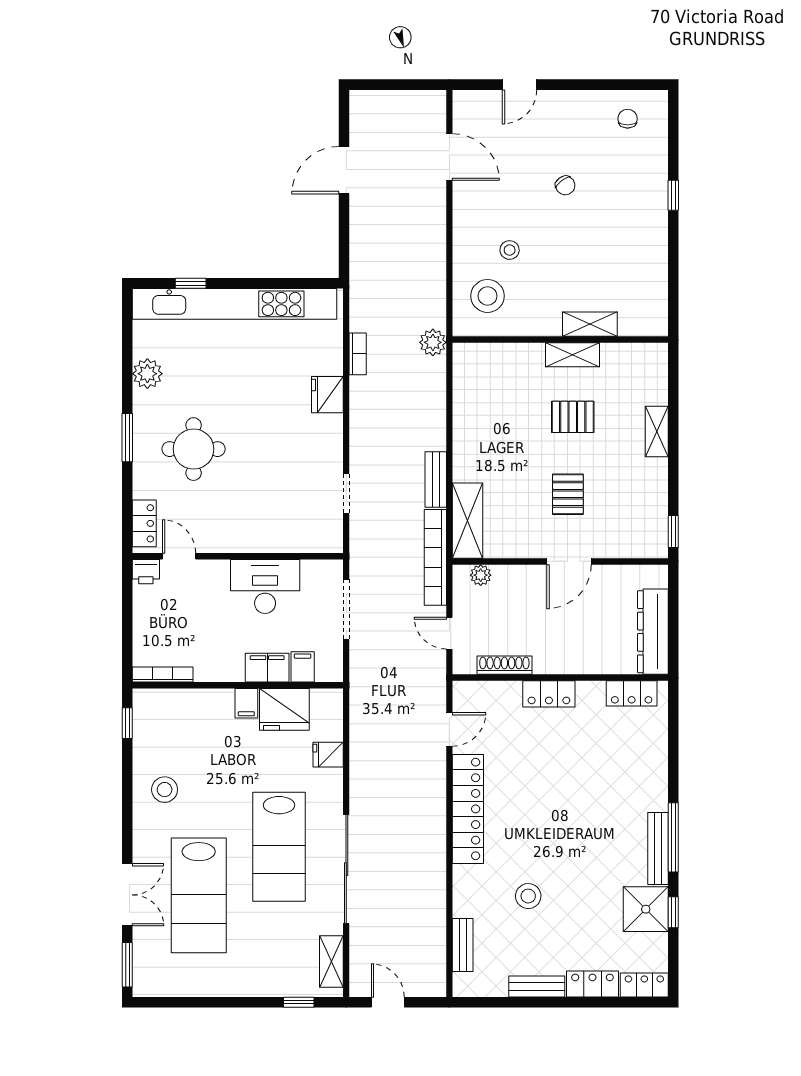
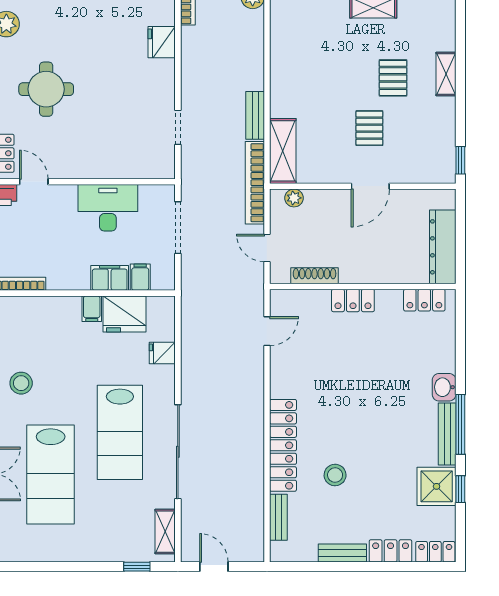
pallet: (573, 417) -> (393, 78), moved, turned 90
washbasin: (655, 794) -> (444, 387), added
locker: (468, 809) -> (283, 445), moved

